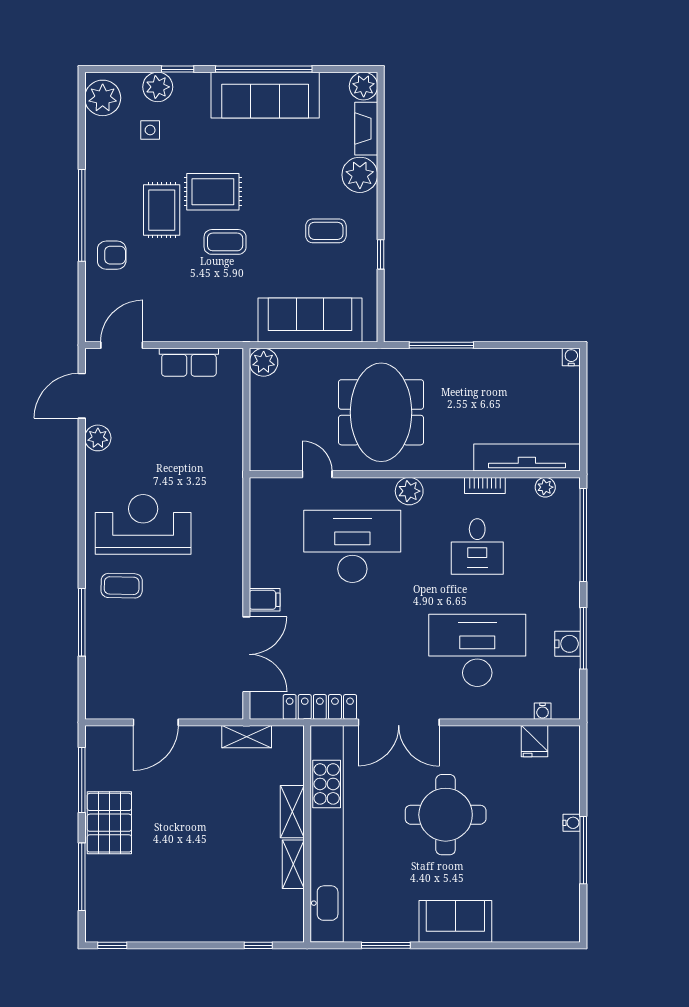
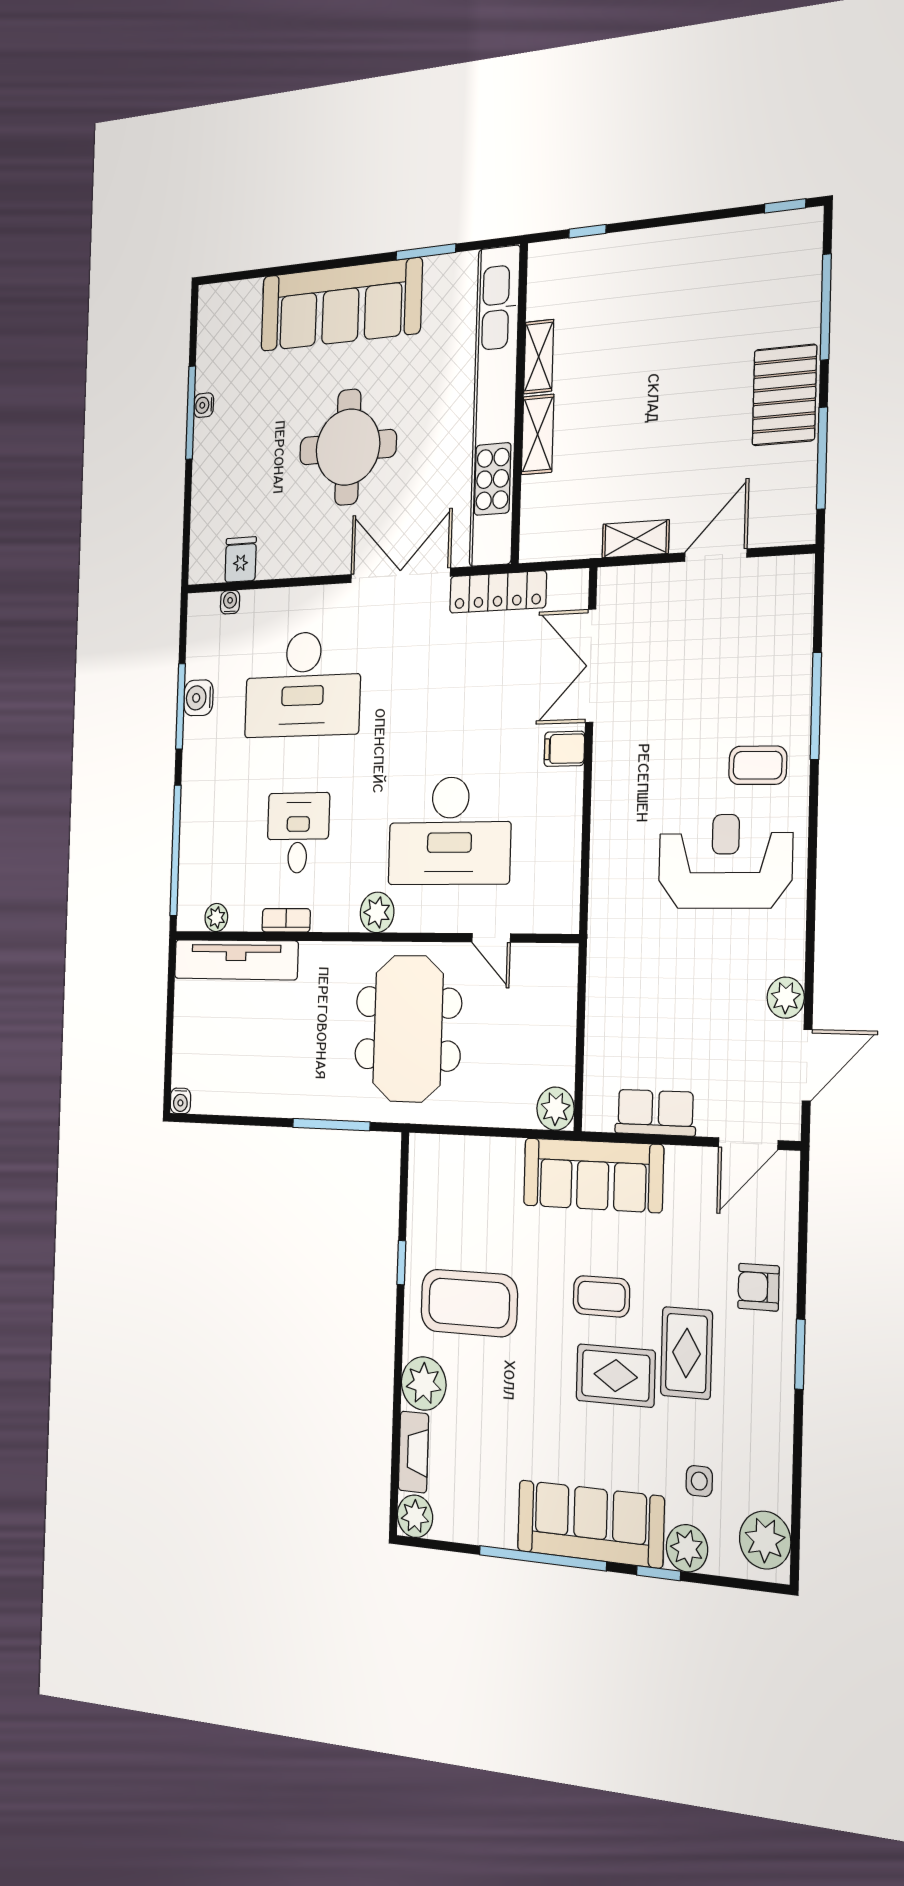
sofa: (265, 95) -> (590, 1524), moved
window: (82, 215) -> (800, 1354), width x0.47
coffee table: (326, 231) -> (469, 1303), width x1.86, depth x1.72
sofa: (310, 320) -> (593, 1175), moved
reception desk: (143, 524) -> (725, 861), turned 180
shelving: (247, 737) -> (636, 539), moved
water cooler: (572, 823) -> (204, 405), moved
sofa: (455, 921) -> (341, 305), width x1.85, depth x1.27

